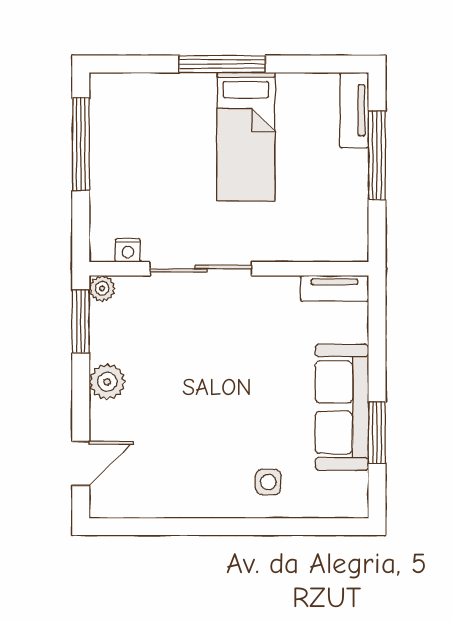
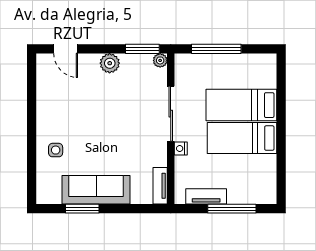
window: (222, 64) -> (281, 125), removed
tv unit: (354, 110) -> (206, 196), moved
bed: (185, 138) -> (241, 105), added
window: (81, 144) -> (216, 49), moved
nightstand: (128, 250) -> (181, 149), moved

